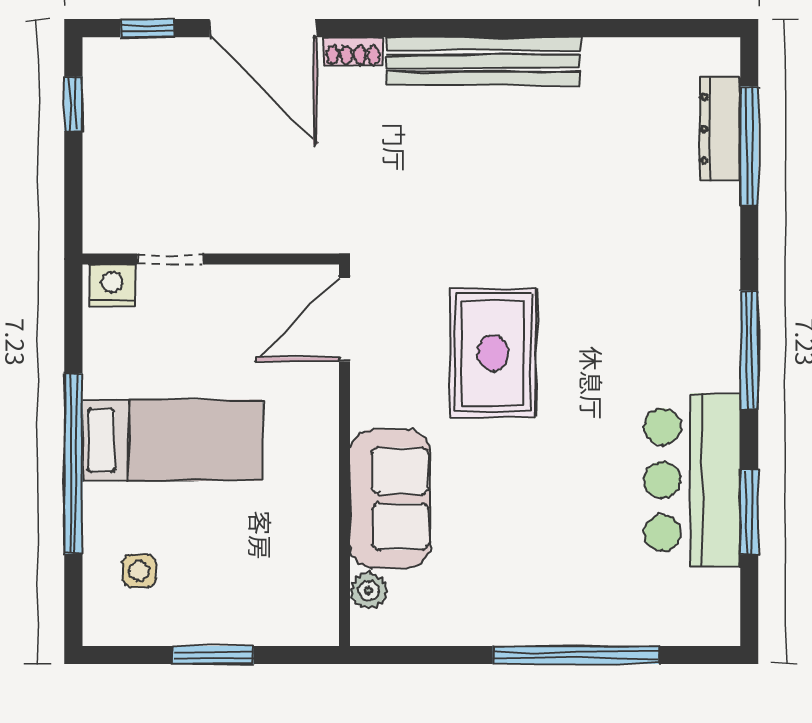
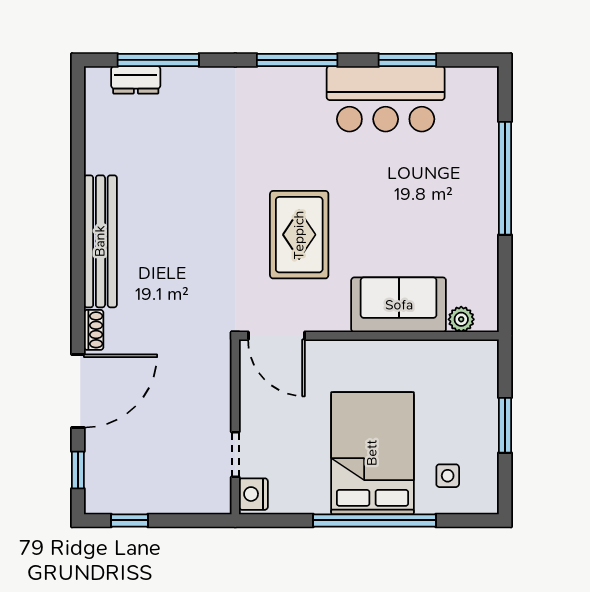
dresser: (720, 129) -> (136, 80), width x0.70
rug: (493, 353) -> (299, 235), turned 90
bed: (172, 440) -> (372, 453), width x1.50

